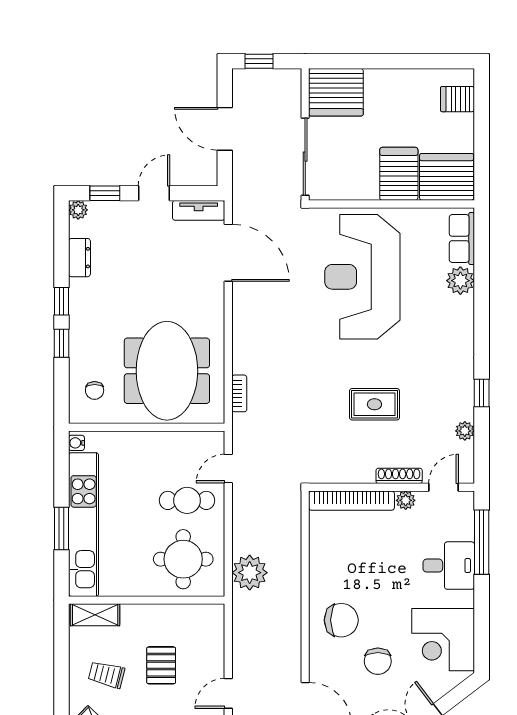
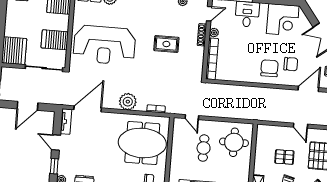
server rack: (399, 174) -> (55, 40), moved
rug: (374, 404) -> (166, 44), turned 90
door: (444, 487) -> (209, 14), swing flipped
cafe table: (187, 500) -> (204, 148), moved
plant: (250, 573) -> (128, 102), moved
chair: (378, 661) -> (291, 64), moved

